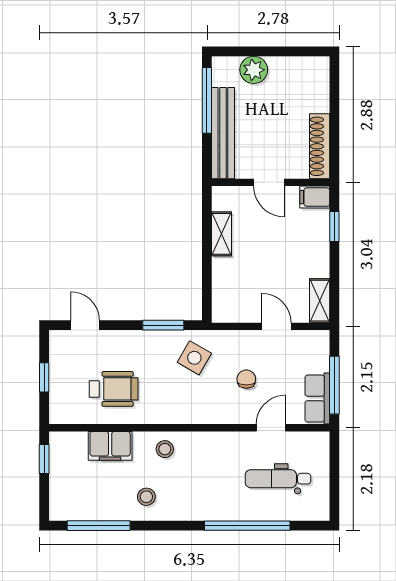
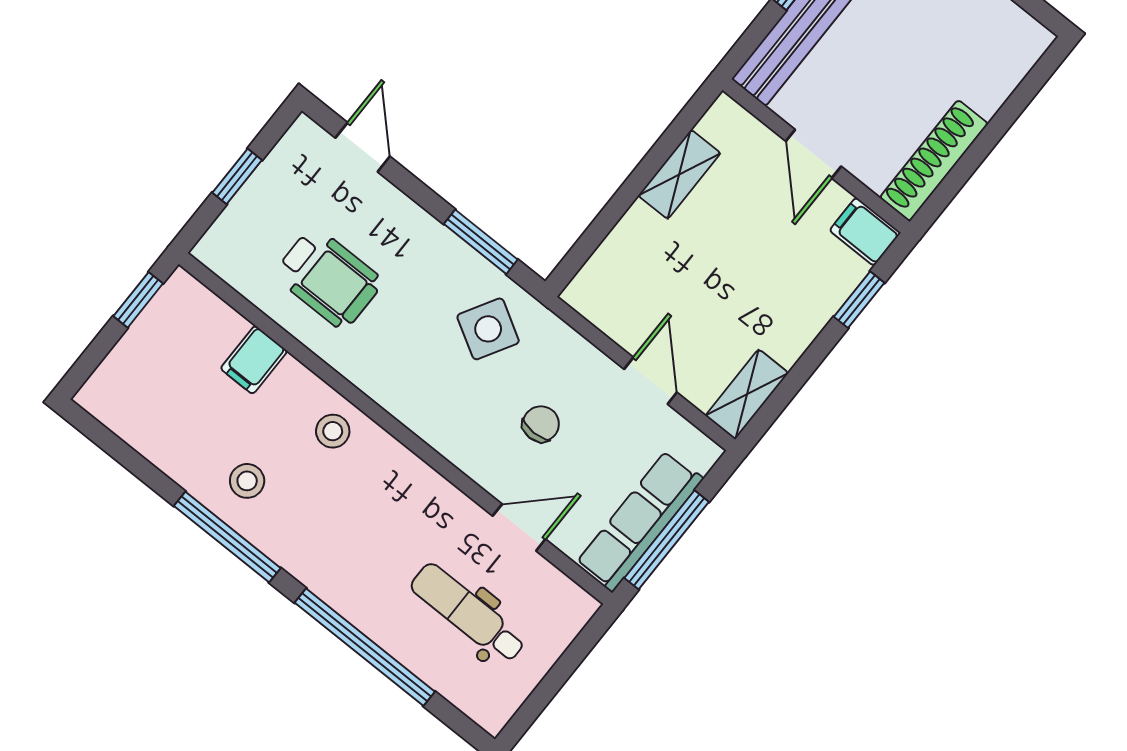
row of seats: (317, 399) -> (640, 521), width x1.48
filing cabinet: (110, 446) -> (254, 360), width x0.50
window: (99, 526) -> (227, 537), moved

